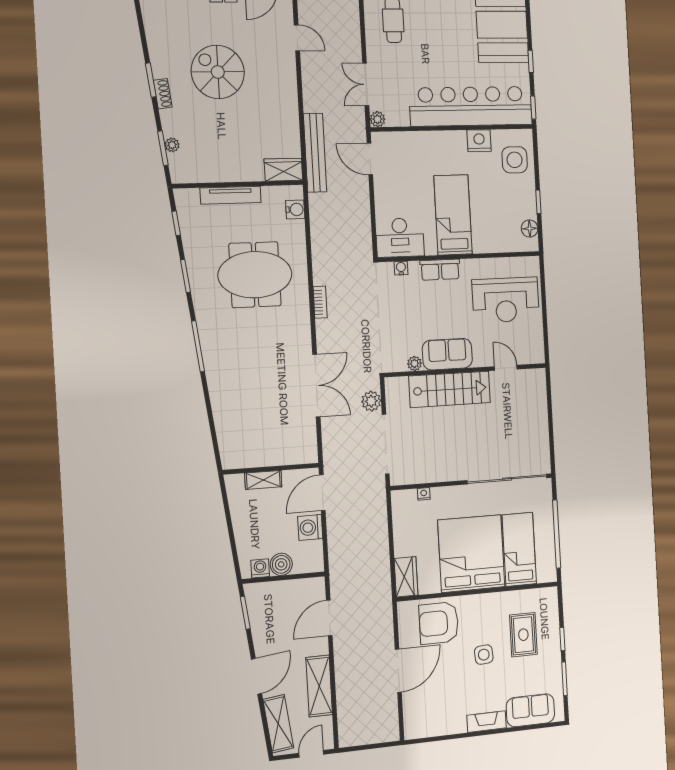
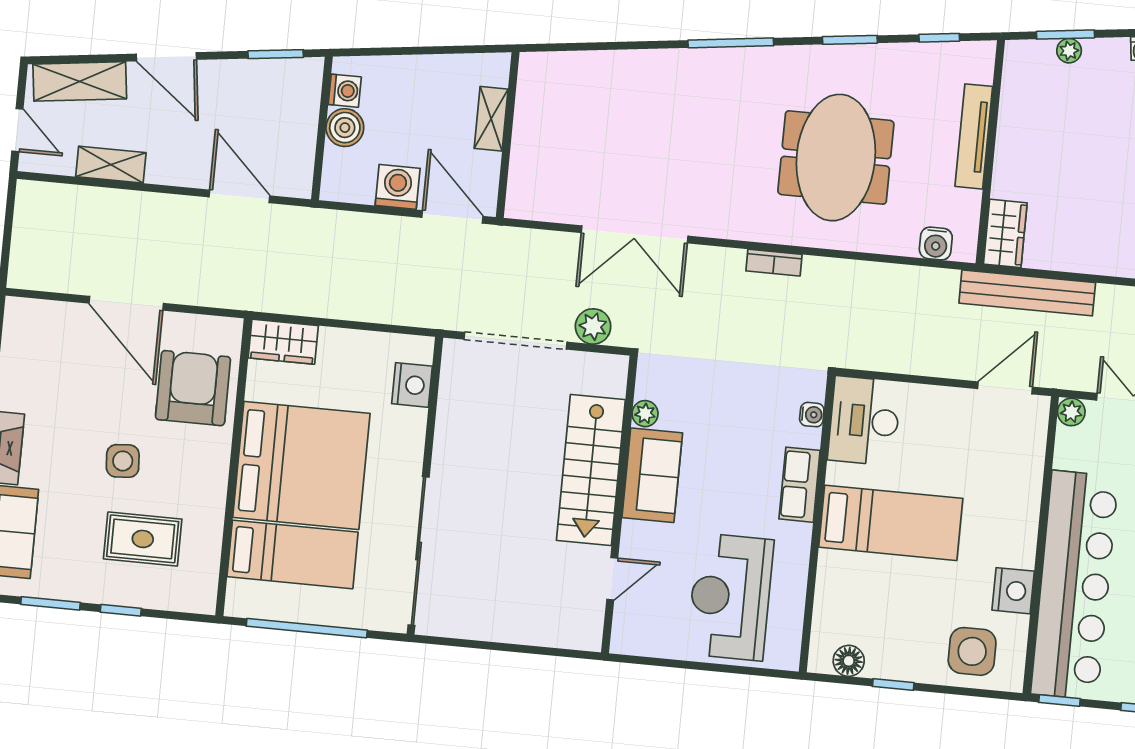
nightstand: (424, 494) -> (412, 385), width x1.89, depth x1.79
shelving: (319, 686) -> (111, 165), width x0.67, depth x0.75

